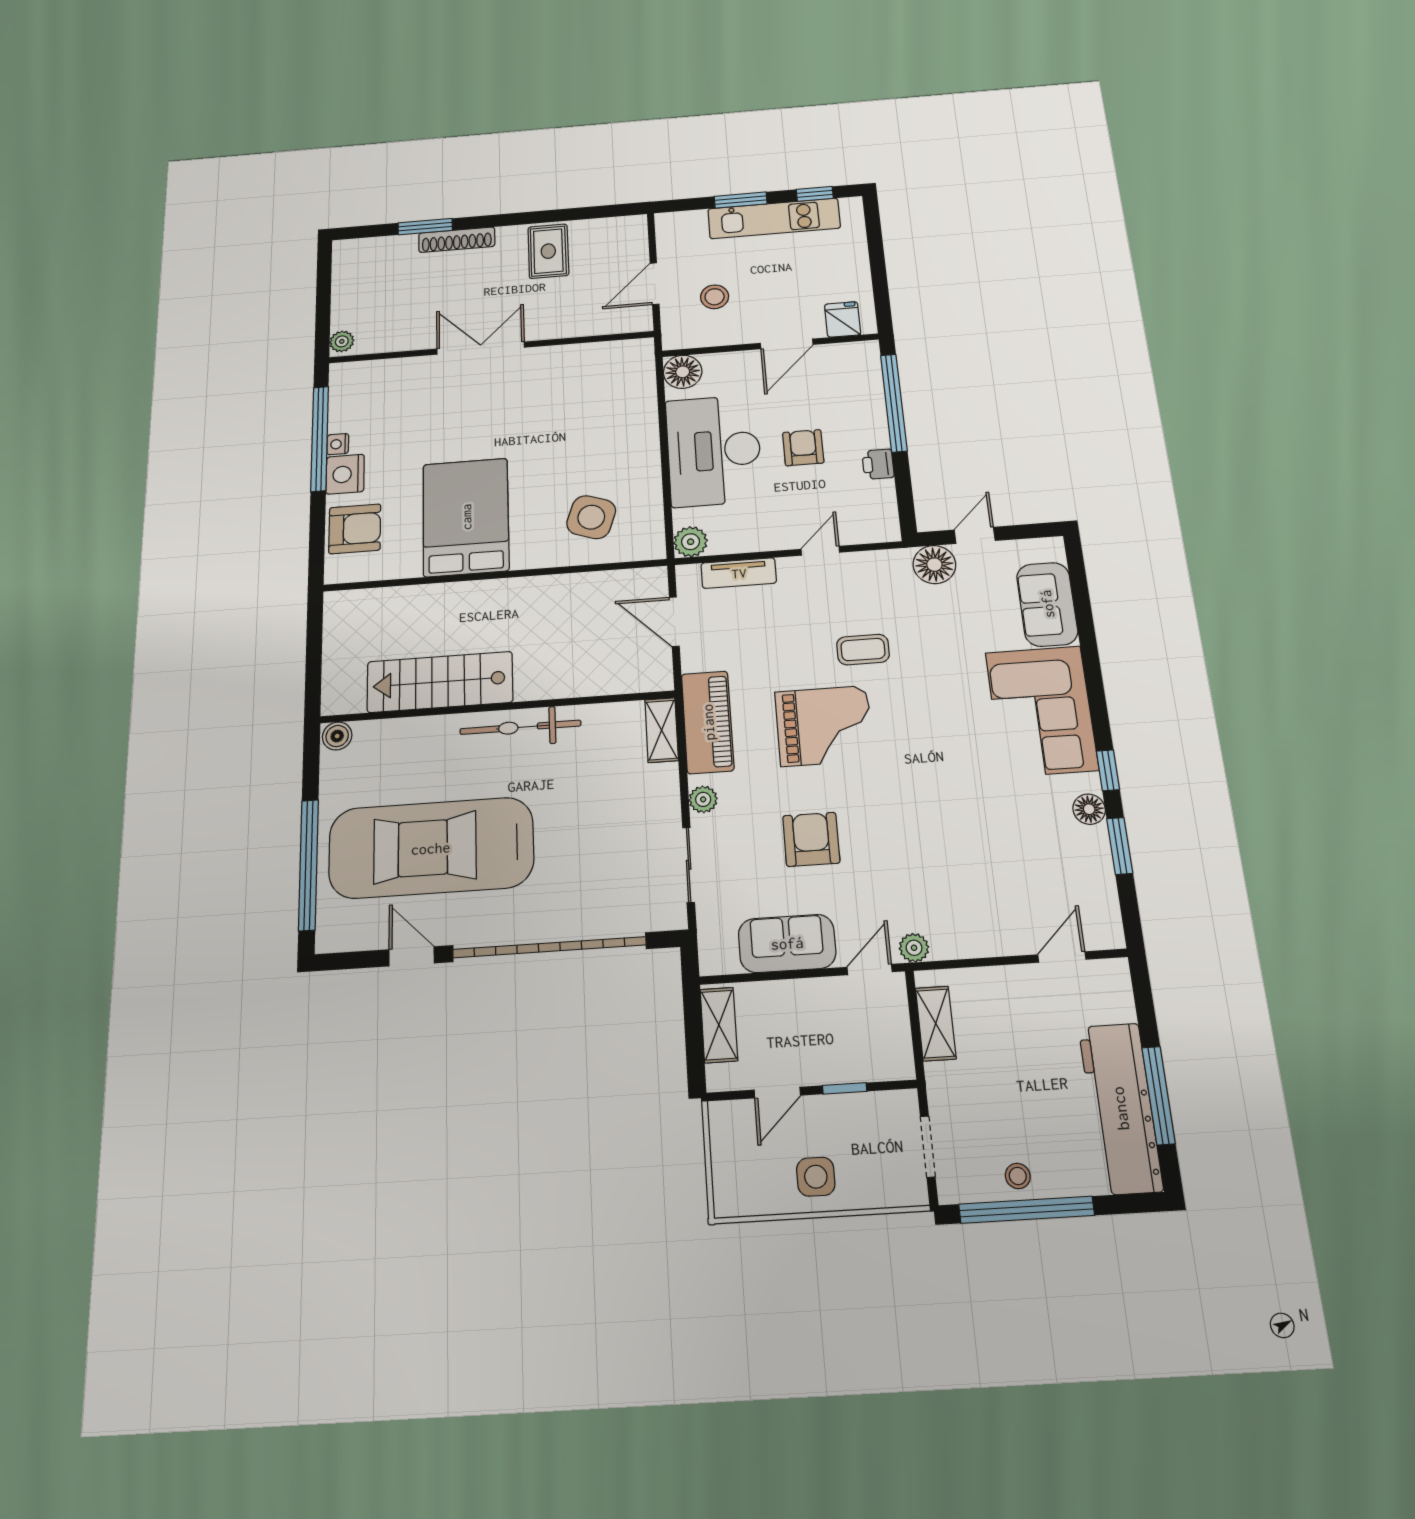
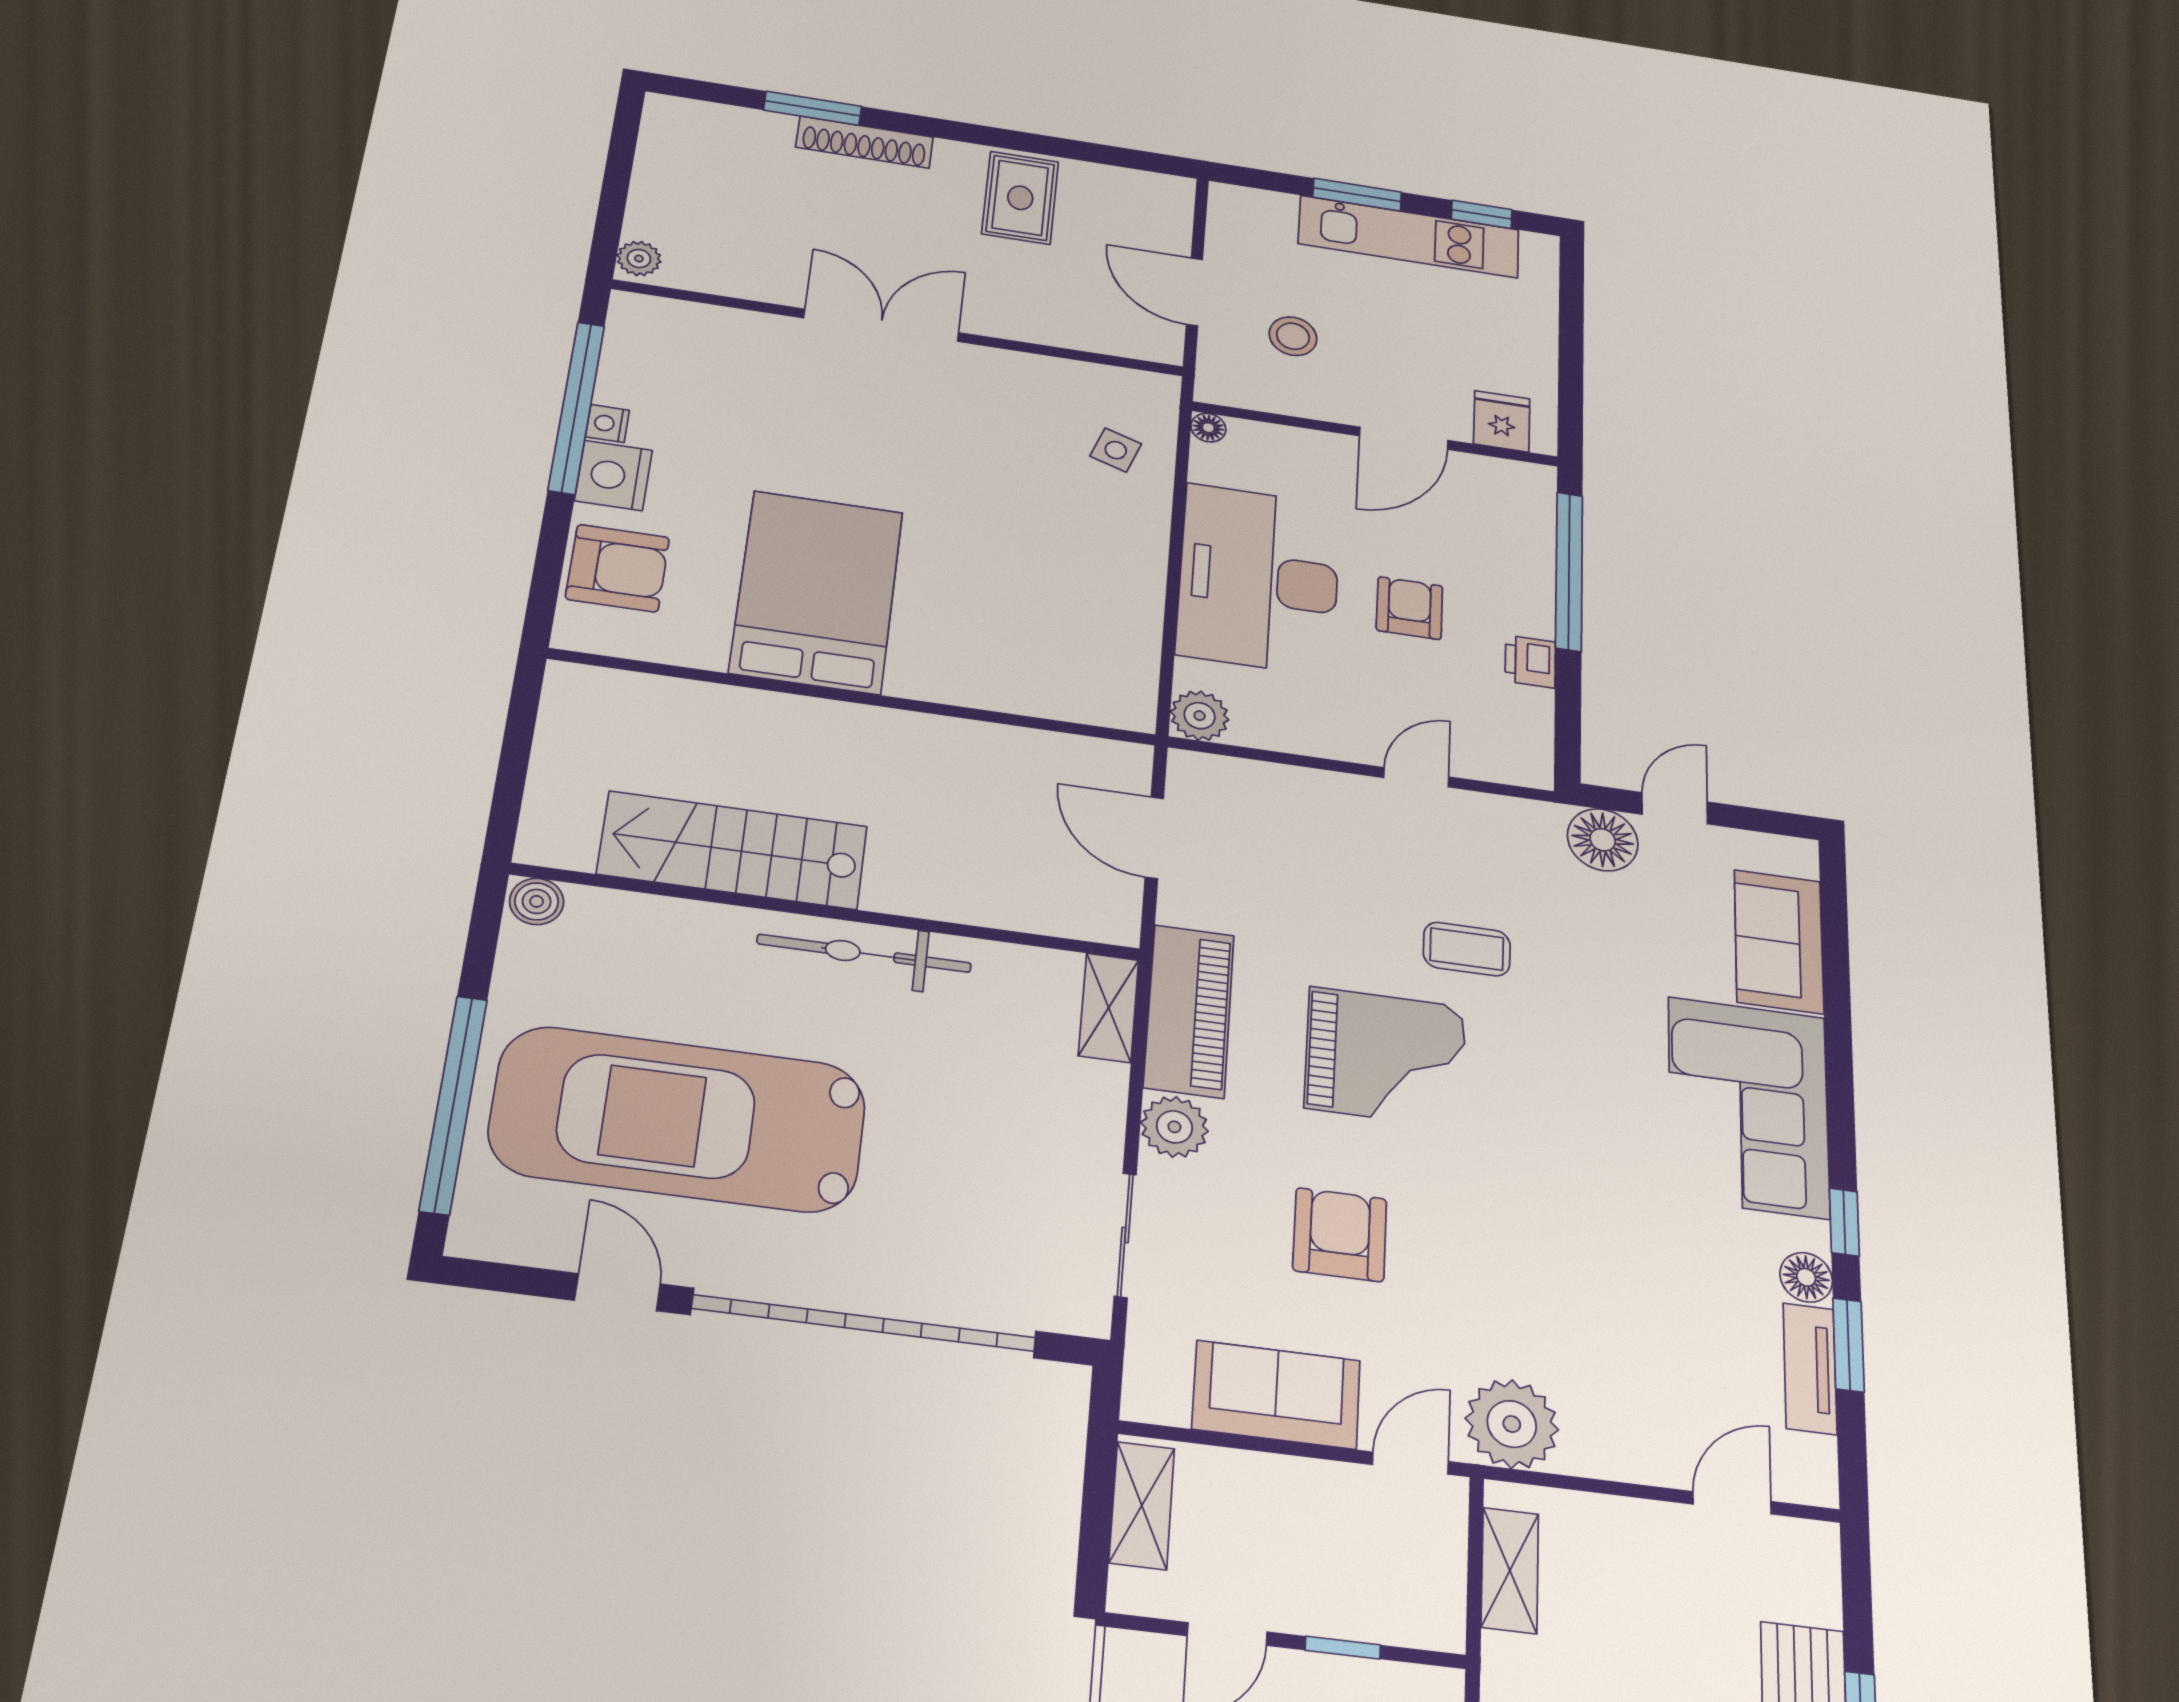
door: (655, 284) -> (1194, 292), hinge flipped
floor lamp: (683, 372) -> (1208, 428), width x0.53, depth x0.53
side table: (591, 517) -> (1116, 450), moved, width x0.54, depth x0.54
tv unit: (739, 573) -> (1810, 1369), moved, turned 90
plant: (703, 799) -> (1174, 1127), width x1.38, depth x1.38
plant: (914, 948) -> (1512, 1424), width x1.87, depth x1.87

